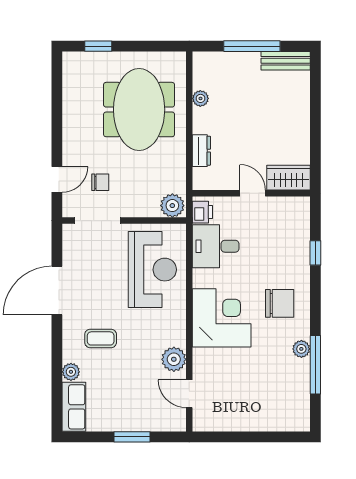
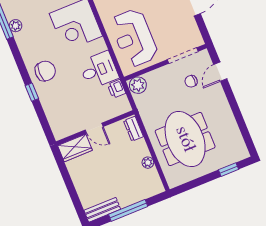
wardrobe: (288, 178) -> (75, 148), moved
wall: (251, 193) -> (95, 128), moved
door: (253, 193) -> (94, 128), moved
chair: (280, 303) -> (45, 71), moved, turned 180

